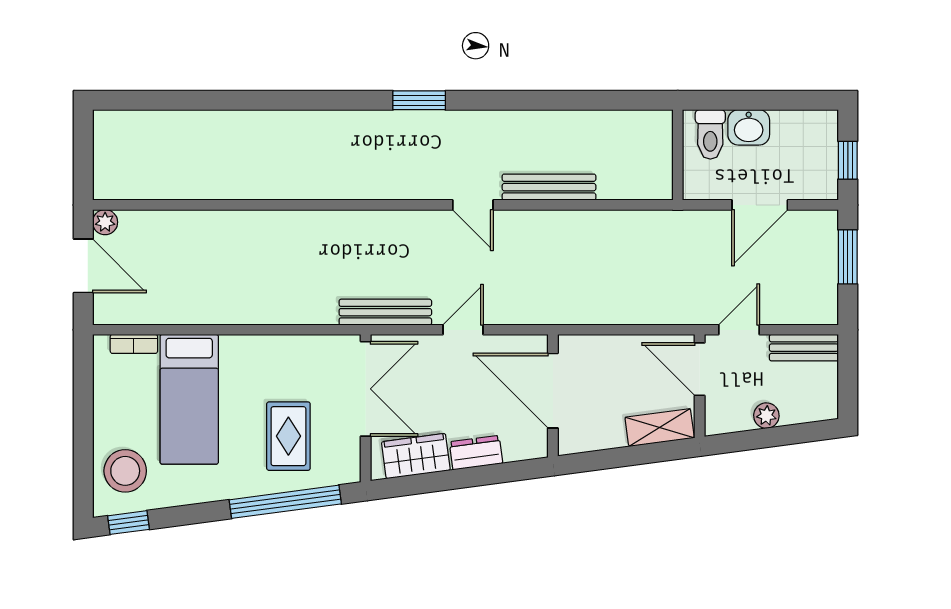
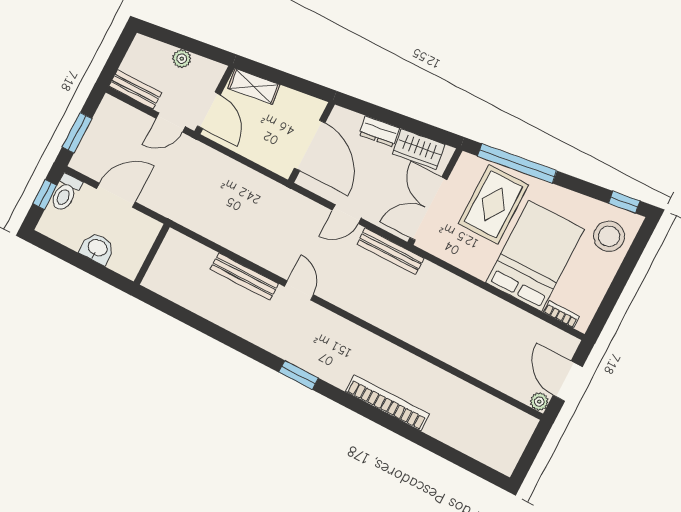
bookcase: (292, 123) -> (387, 403), added
toilet: (710, 134) -> (66, 193), moved, turned 180
bed: (189, 399) -> (535, 256), width x1.50
rug: (288, 436) -> (493, 204), width x1.36, depth x1.43

